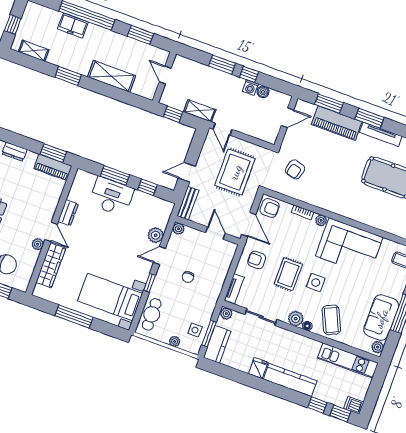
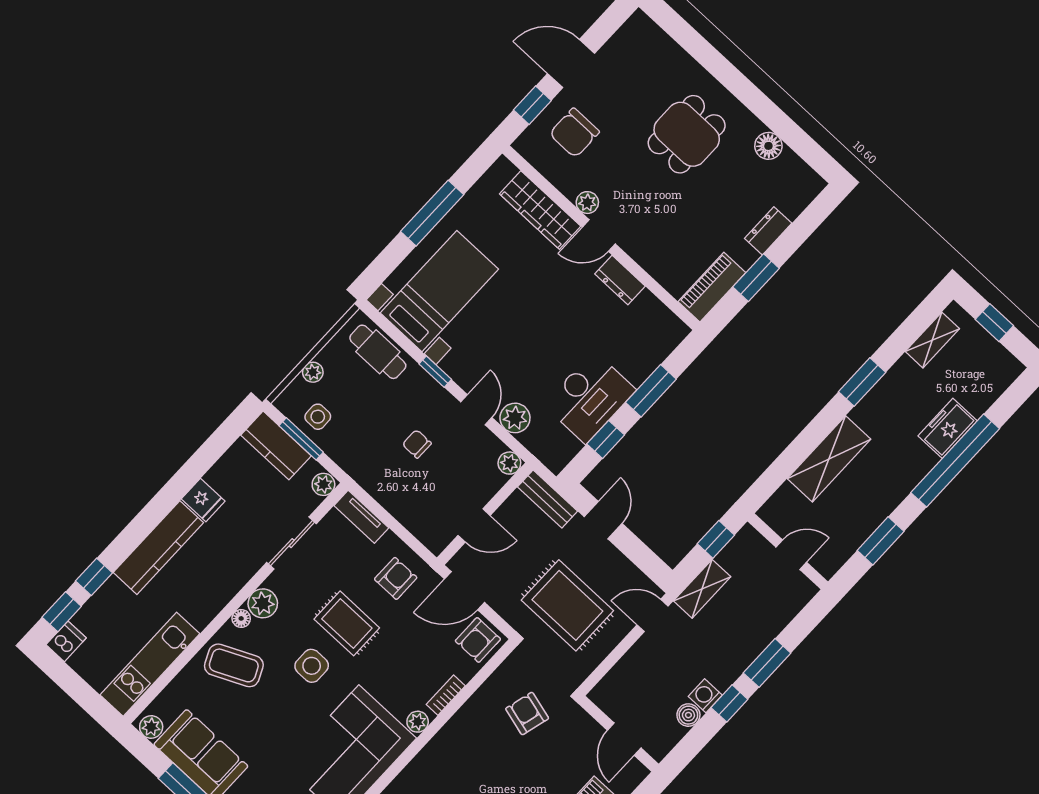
window: (53, 153) -> (756, 278), moved
desk: (111, 196) -> (590, 397), moved

